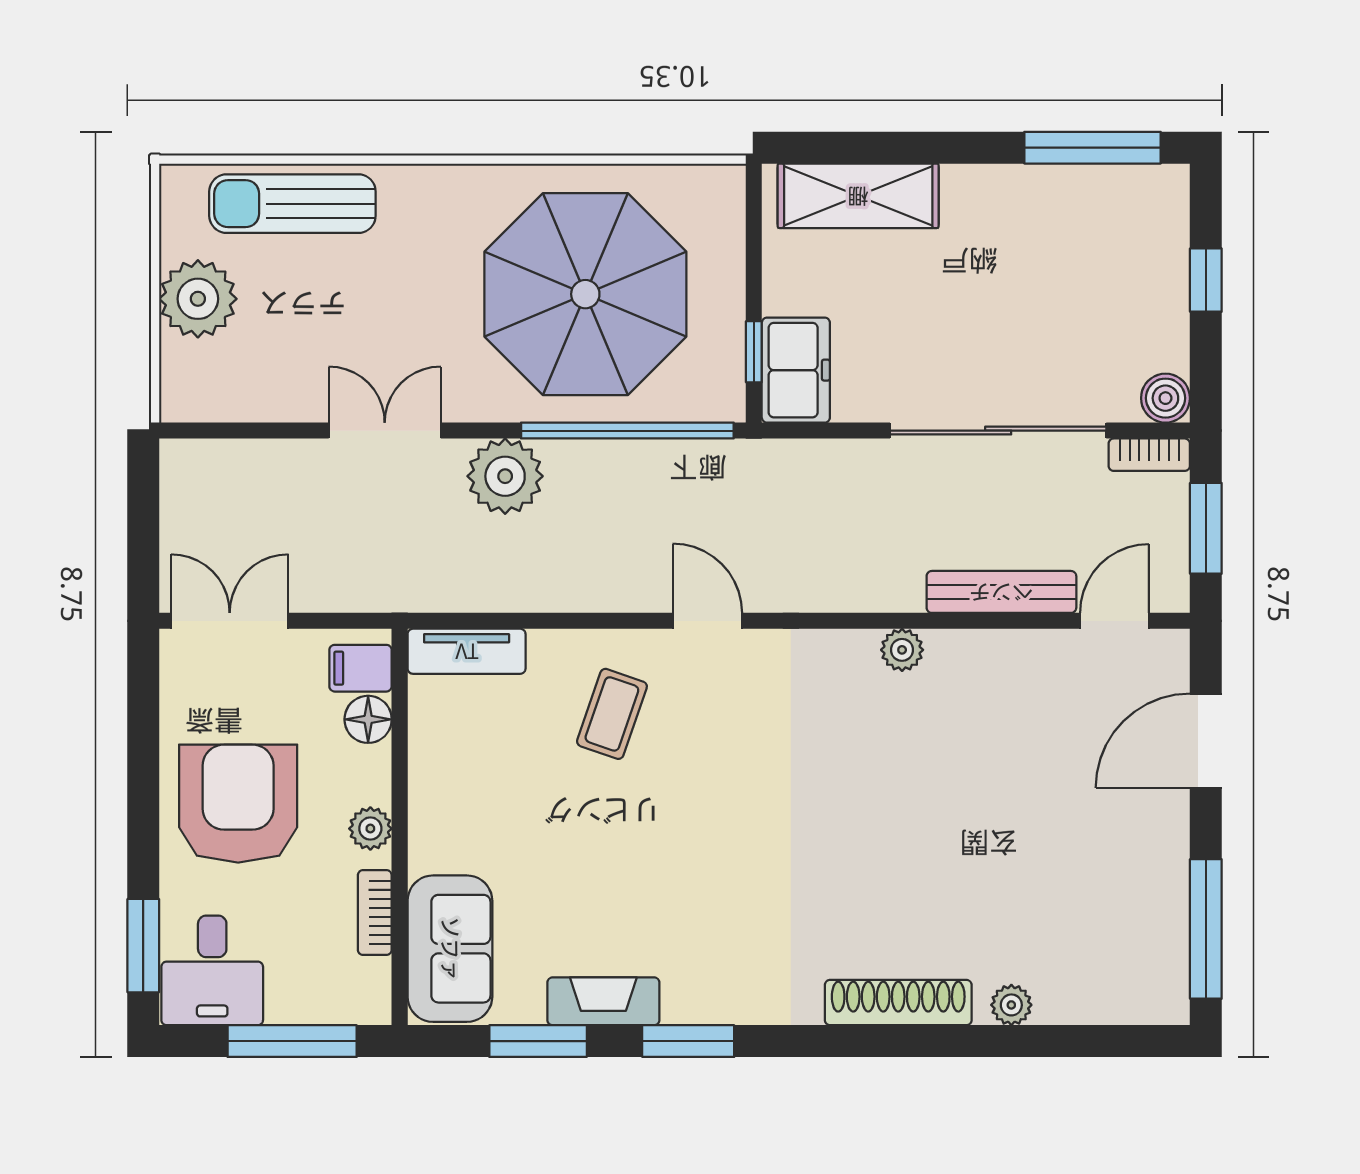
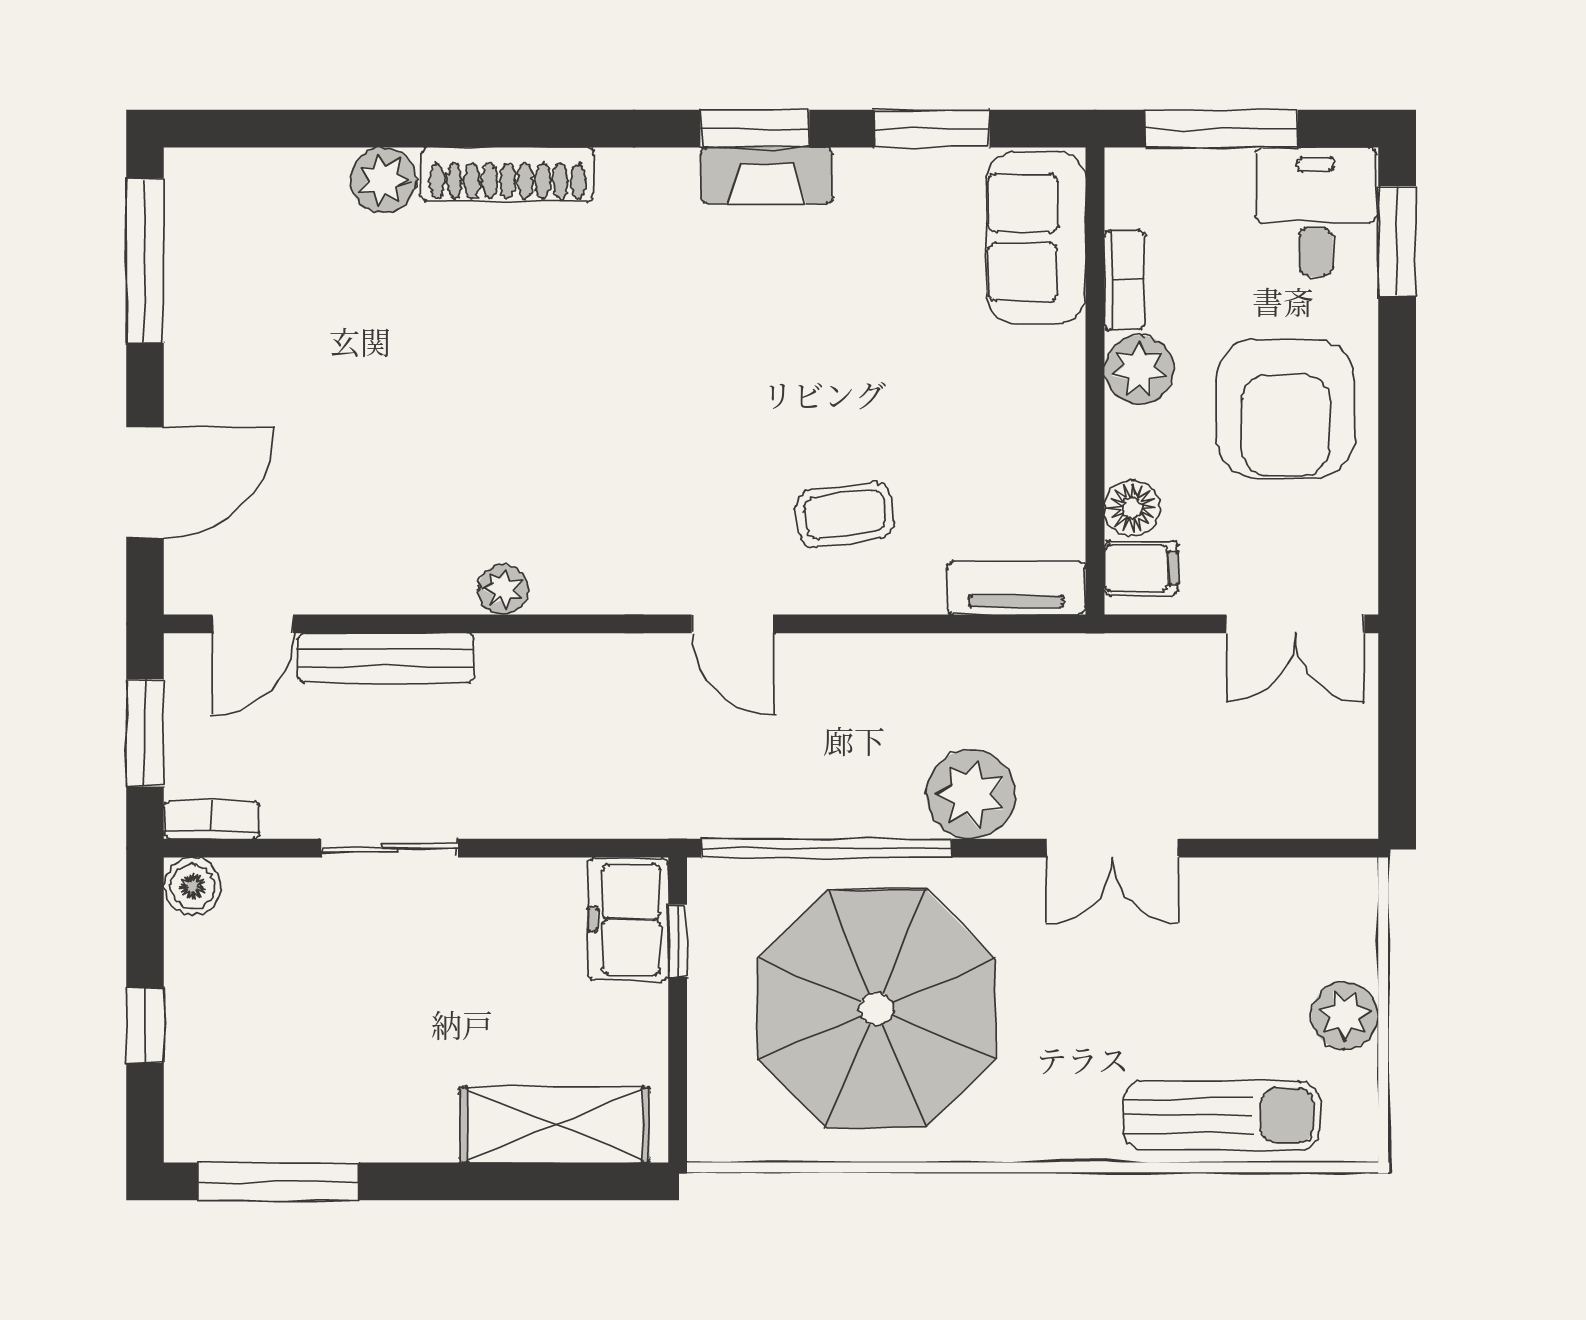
plant: (198, 299) -> (1345, 1015), width x0.73, depth x0.73
sliding door: (998, 431) -> (390, 848), width x0.54
coffee table: (612, 714) -> (845, 514), turned 63
plant: (370, 829) -> (1139, 370), width x1.38, depth x1.38
fireplace: (603, 1001) -> (766, 175), moved
plant: (1011, 1005) -> (383, 180), width x1.38, depth x1.38

